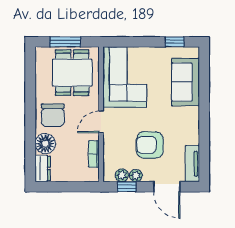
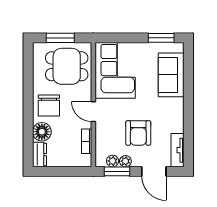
window: (175, 42) -> (161, 38), width x1.50
dining table: (72, 73) -> (67, 66), turned 90
door: (101, 122) -> (93, 112), hinge flipped
armchair: (150, 145) -> (138, 133), turned -90
window: (127, 187) -> (117, 171), width x1.50

